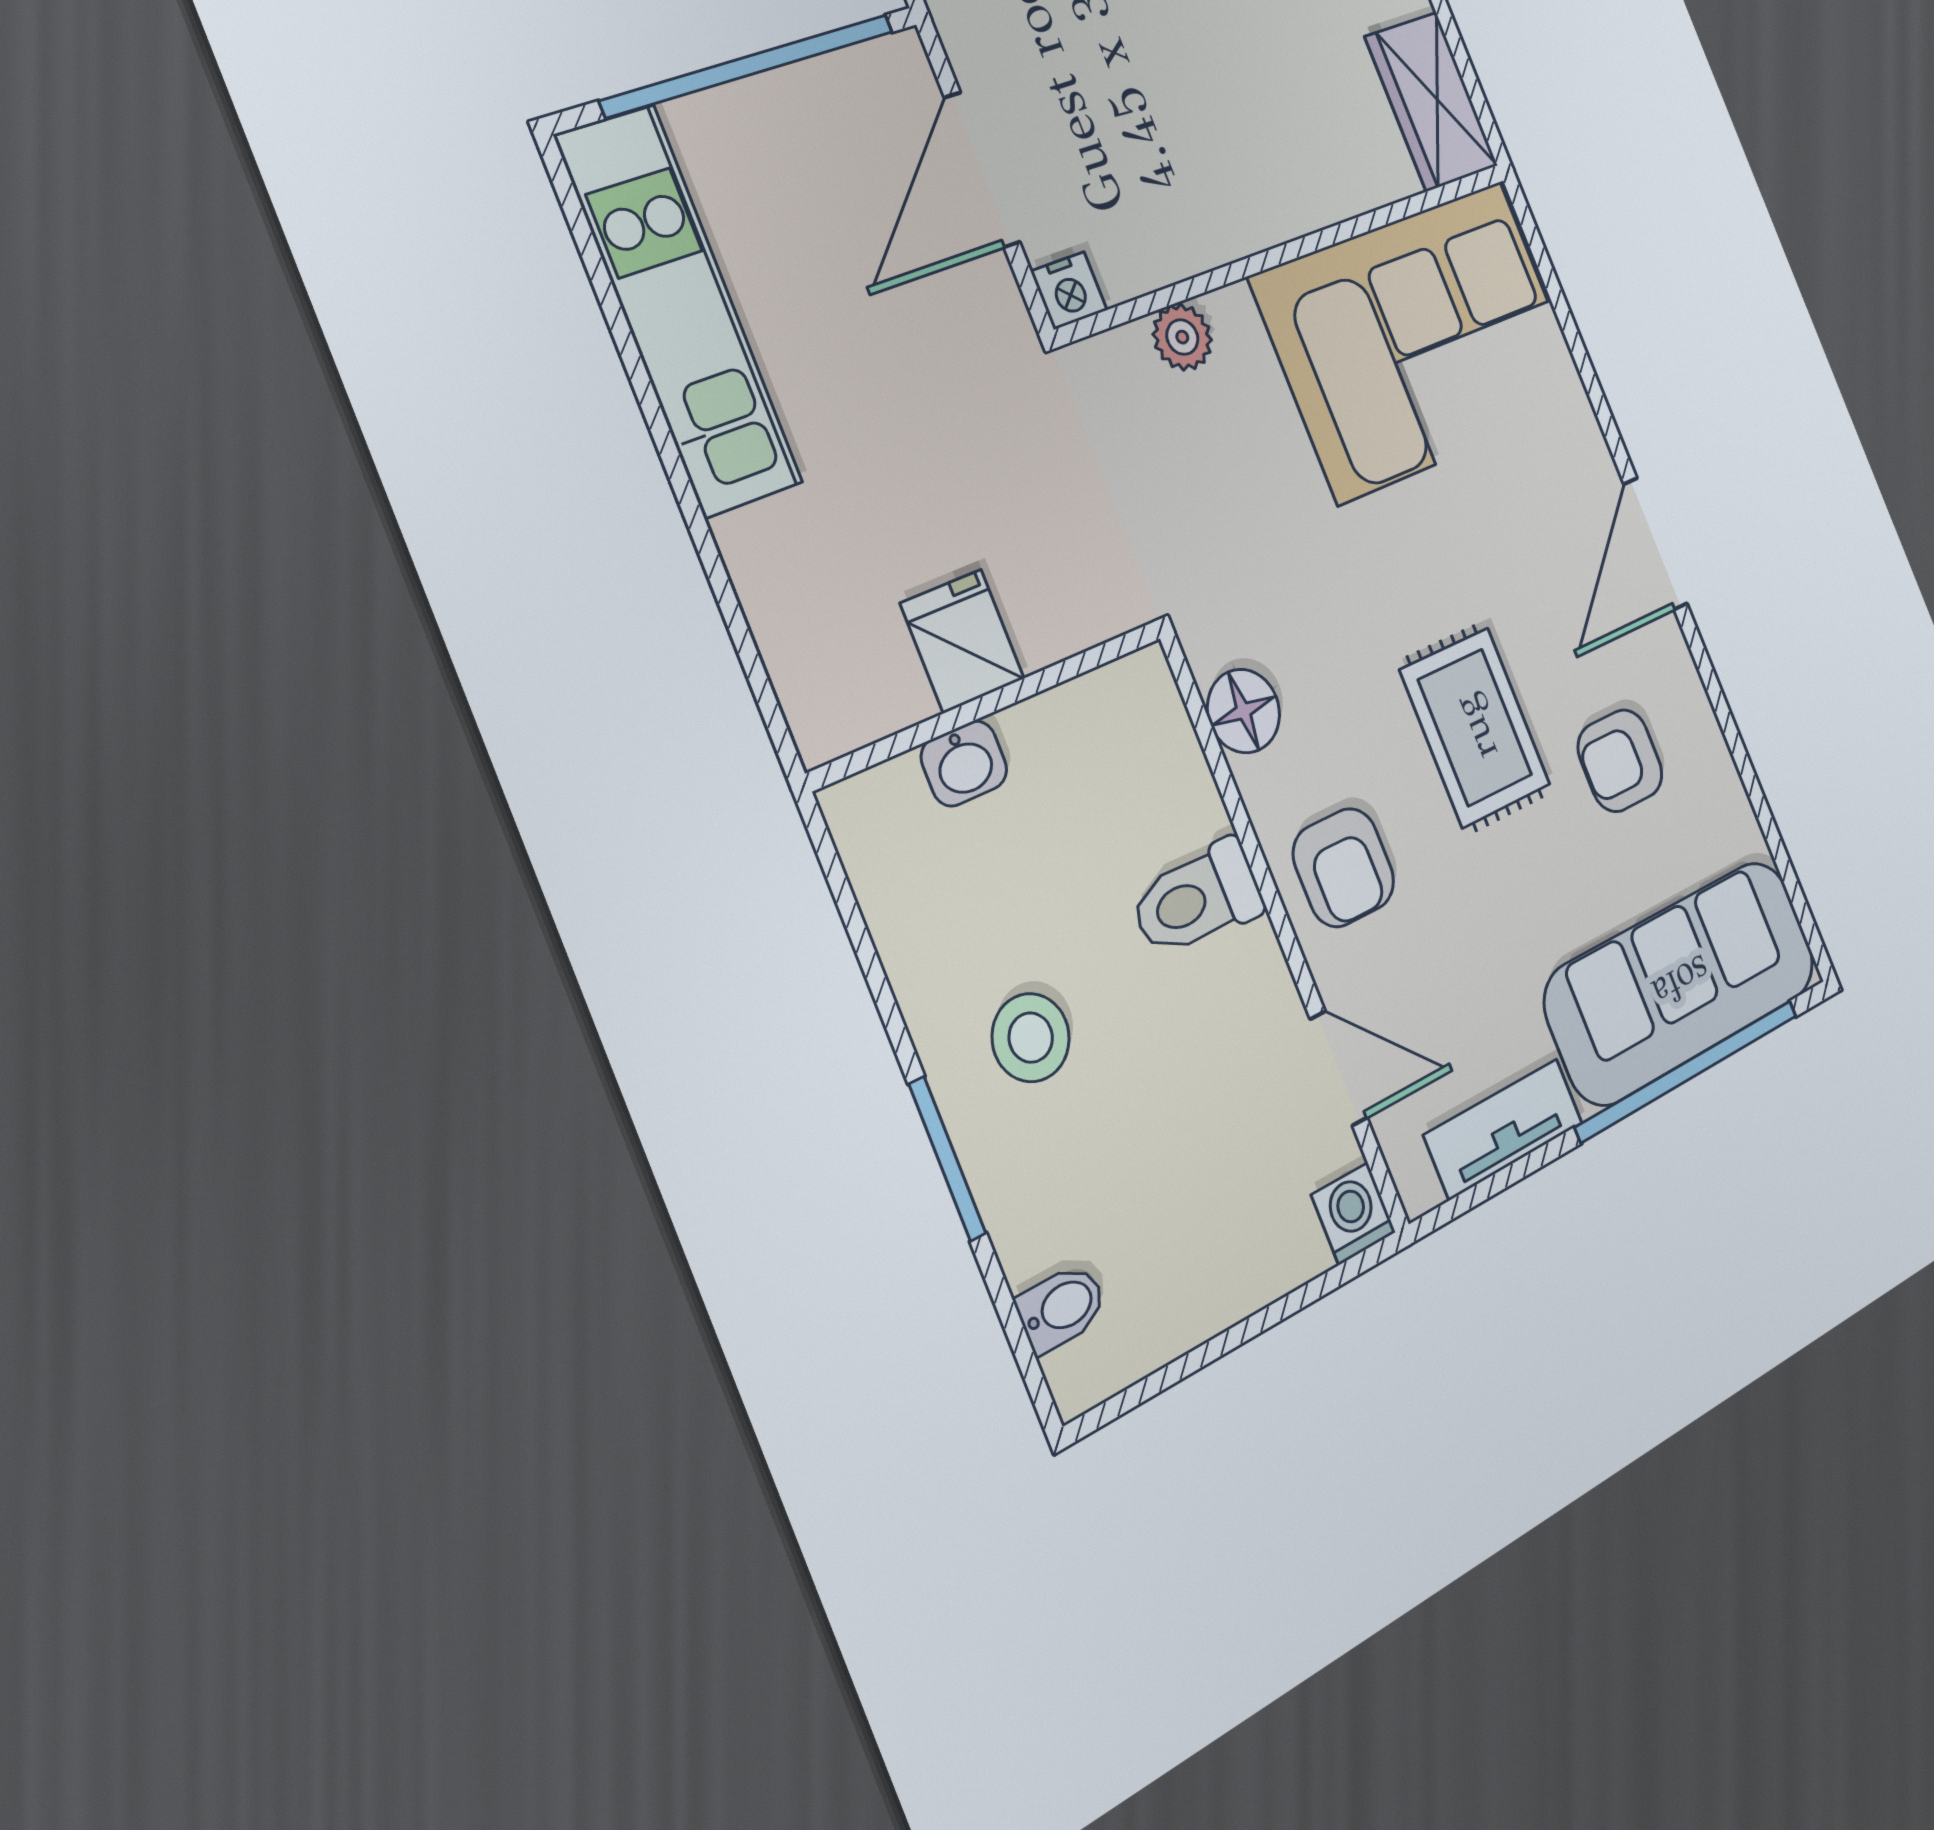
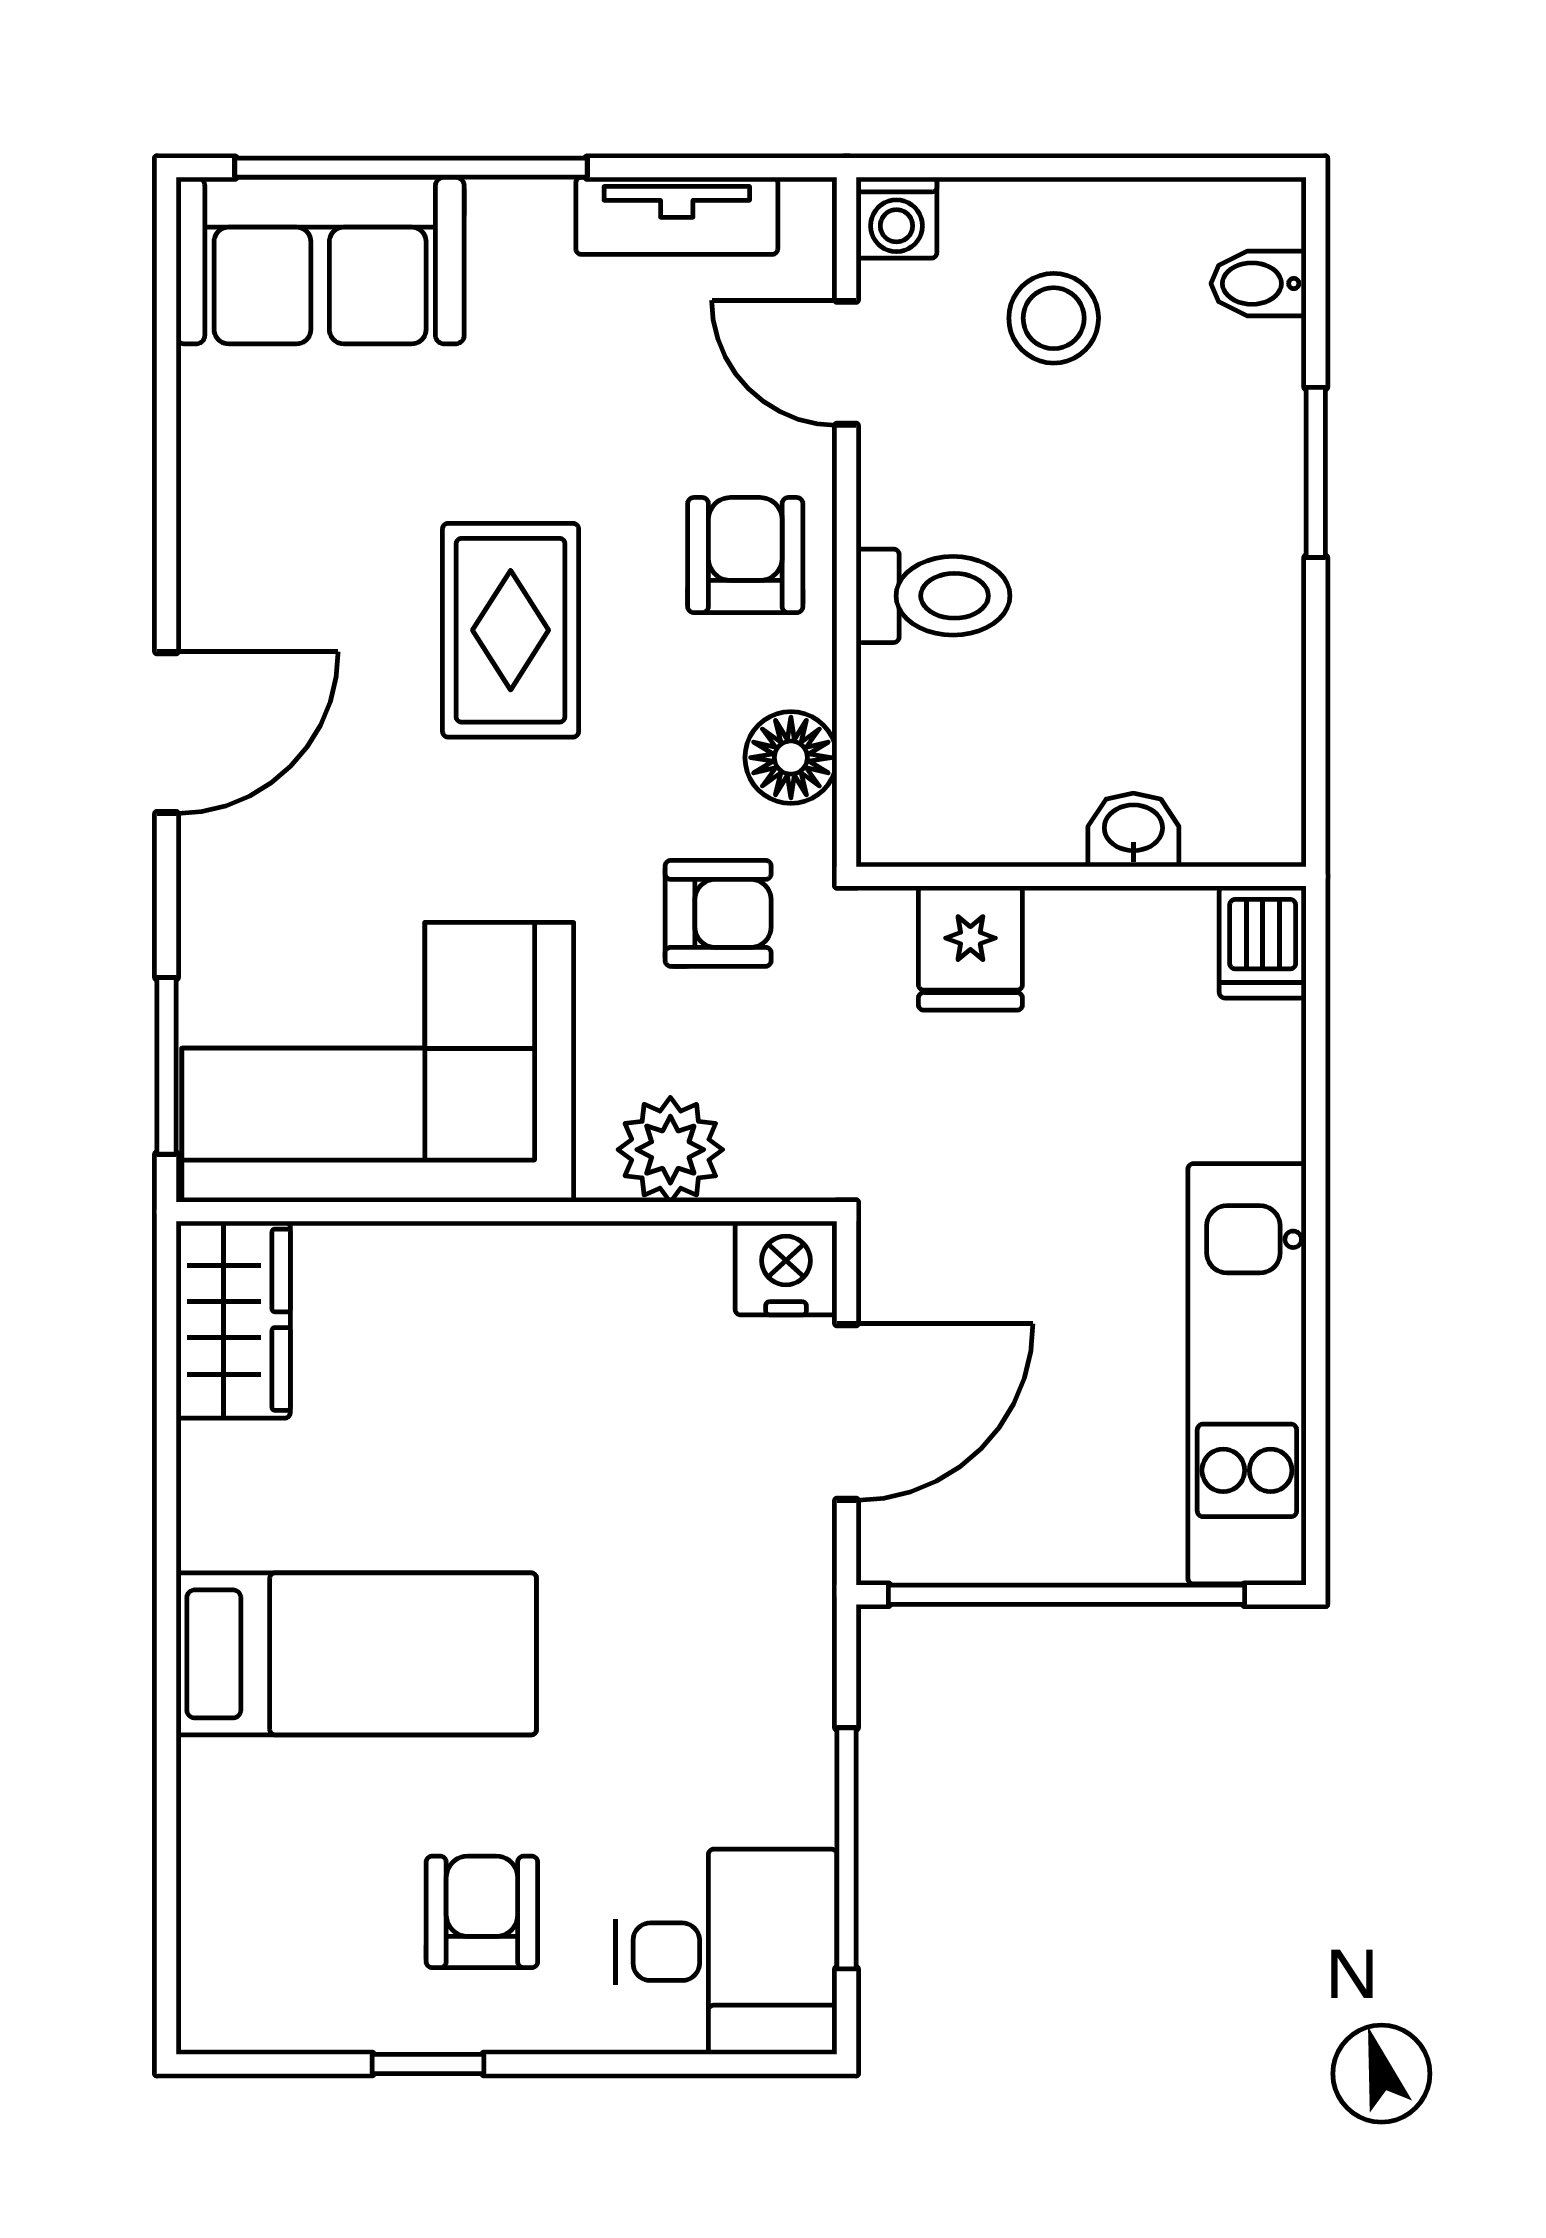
window: (1552, 284) -> (166, 1066), added
nightstand: (1069, 291) -> (786, 1268), width x1.39, depth x1.35
plant: (1182, 337) -> (670, 1150), width x1.38, depth x1.38
fridge: (962, 641) -> (970, 948), moved
dishwasher: (820, 707) -> (1263, 942), added
armchair: (1620, 761) -> (718, 913), moved
sofa: (1681, 982) -> (320, 261), width x0.73
stool: (1031, 1038) -> (1054, 318), moved

